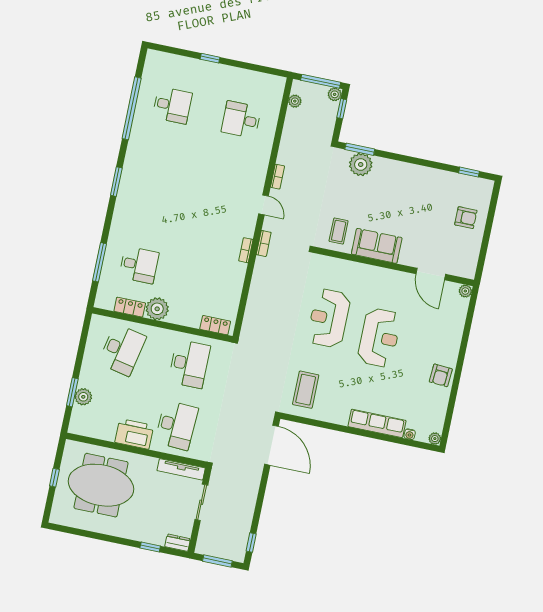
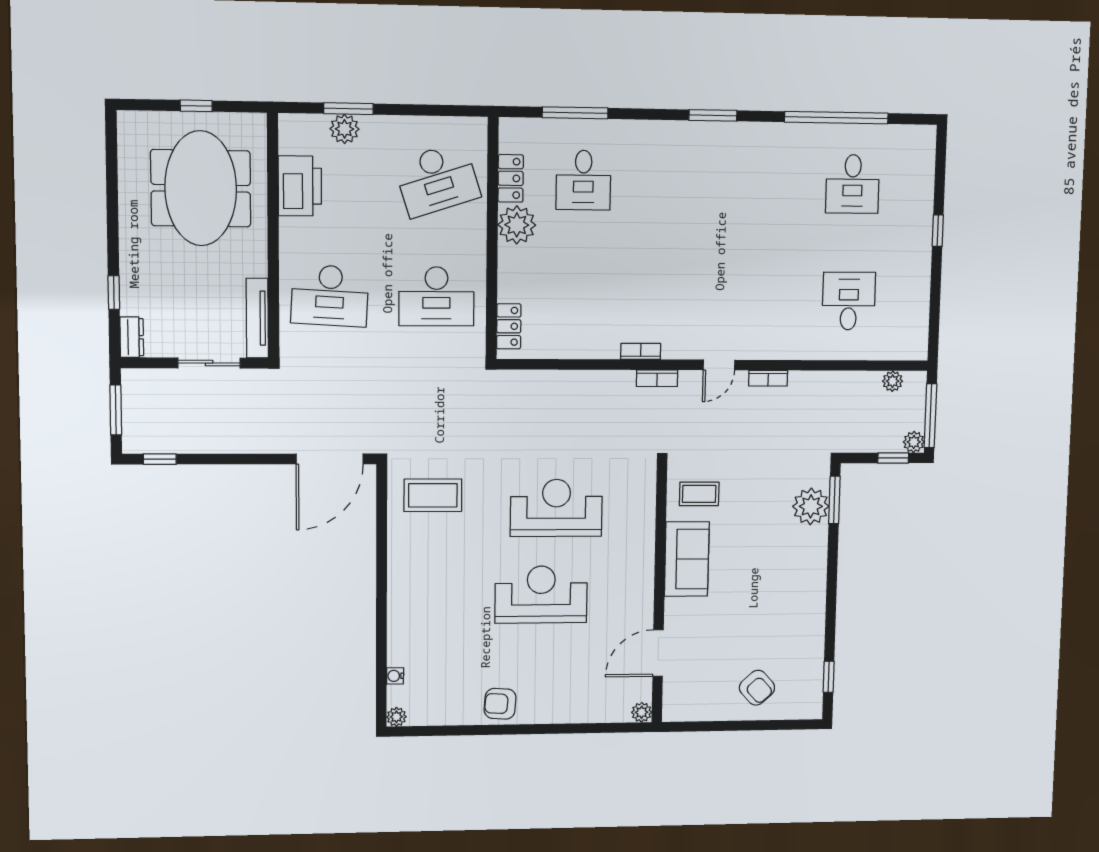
armchair: (466, 218) -> (757, 688), turned -42
reception desk: (379, 338) -> (541, 595), turned 180
desk: (122, 350) -> (437, 180), turned -30
row of seats: (377, 423) -> (402, 621), removed
printer: (134, 434) -> (300, 186), moved

